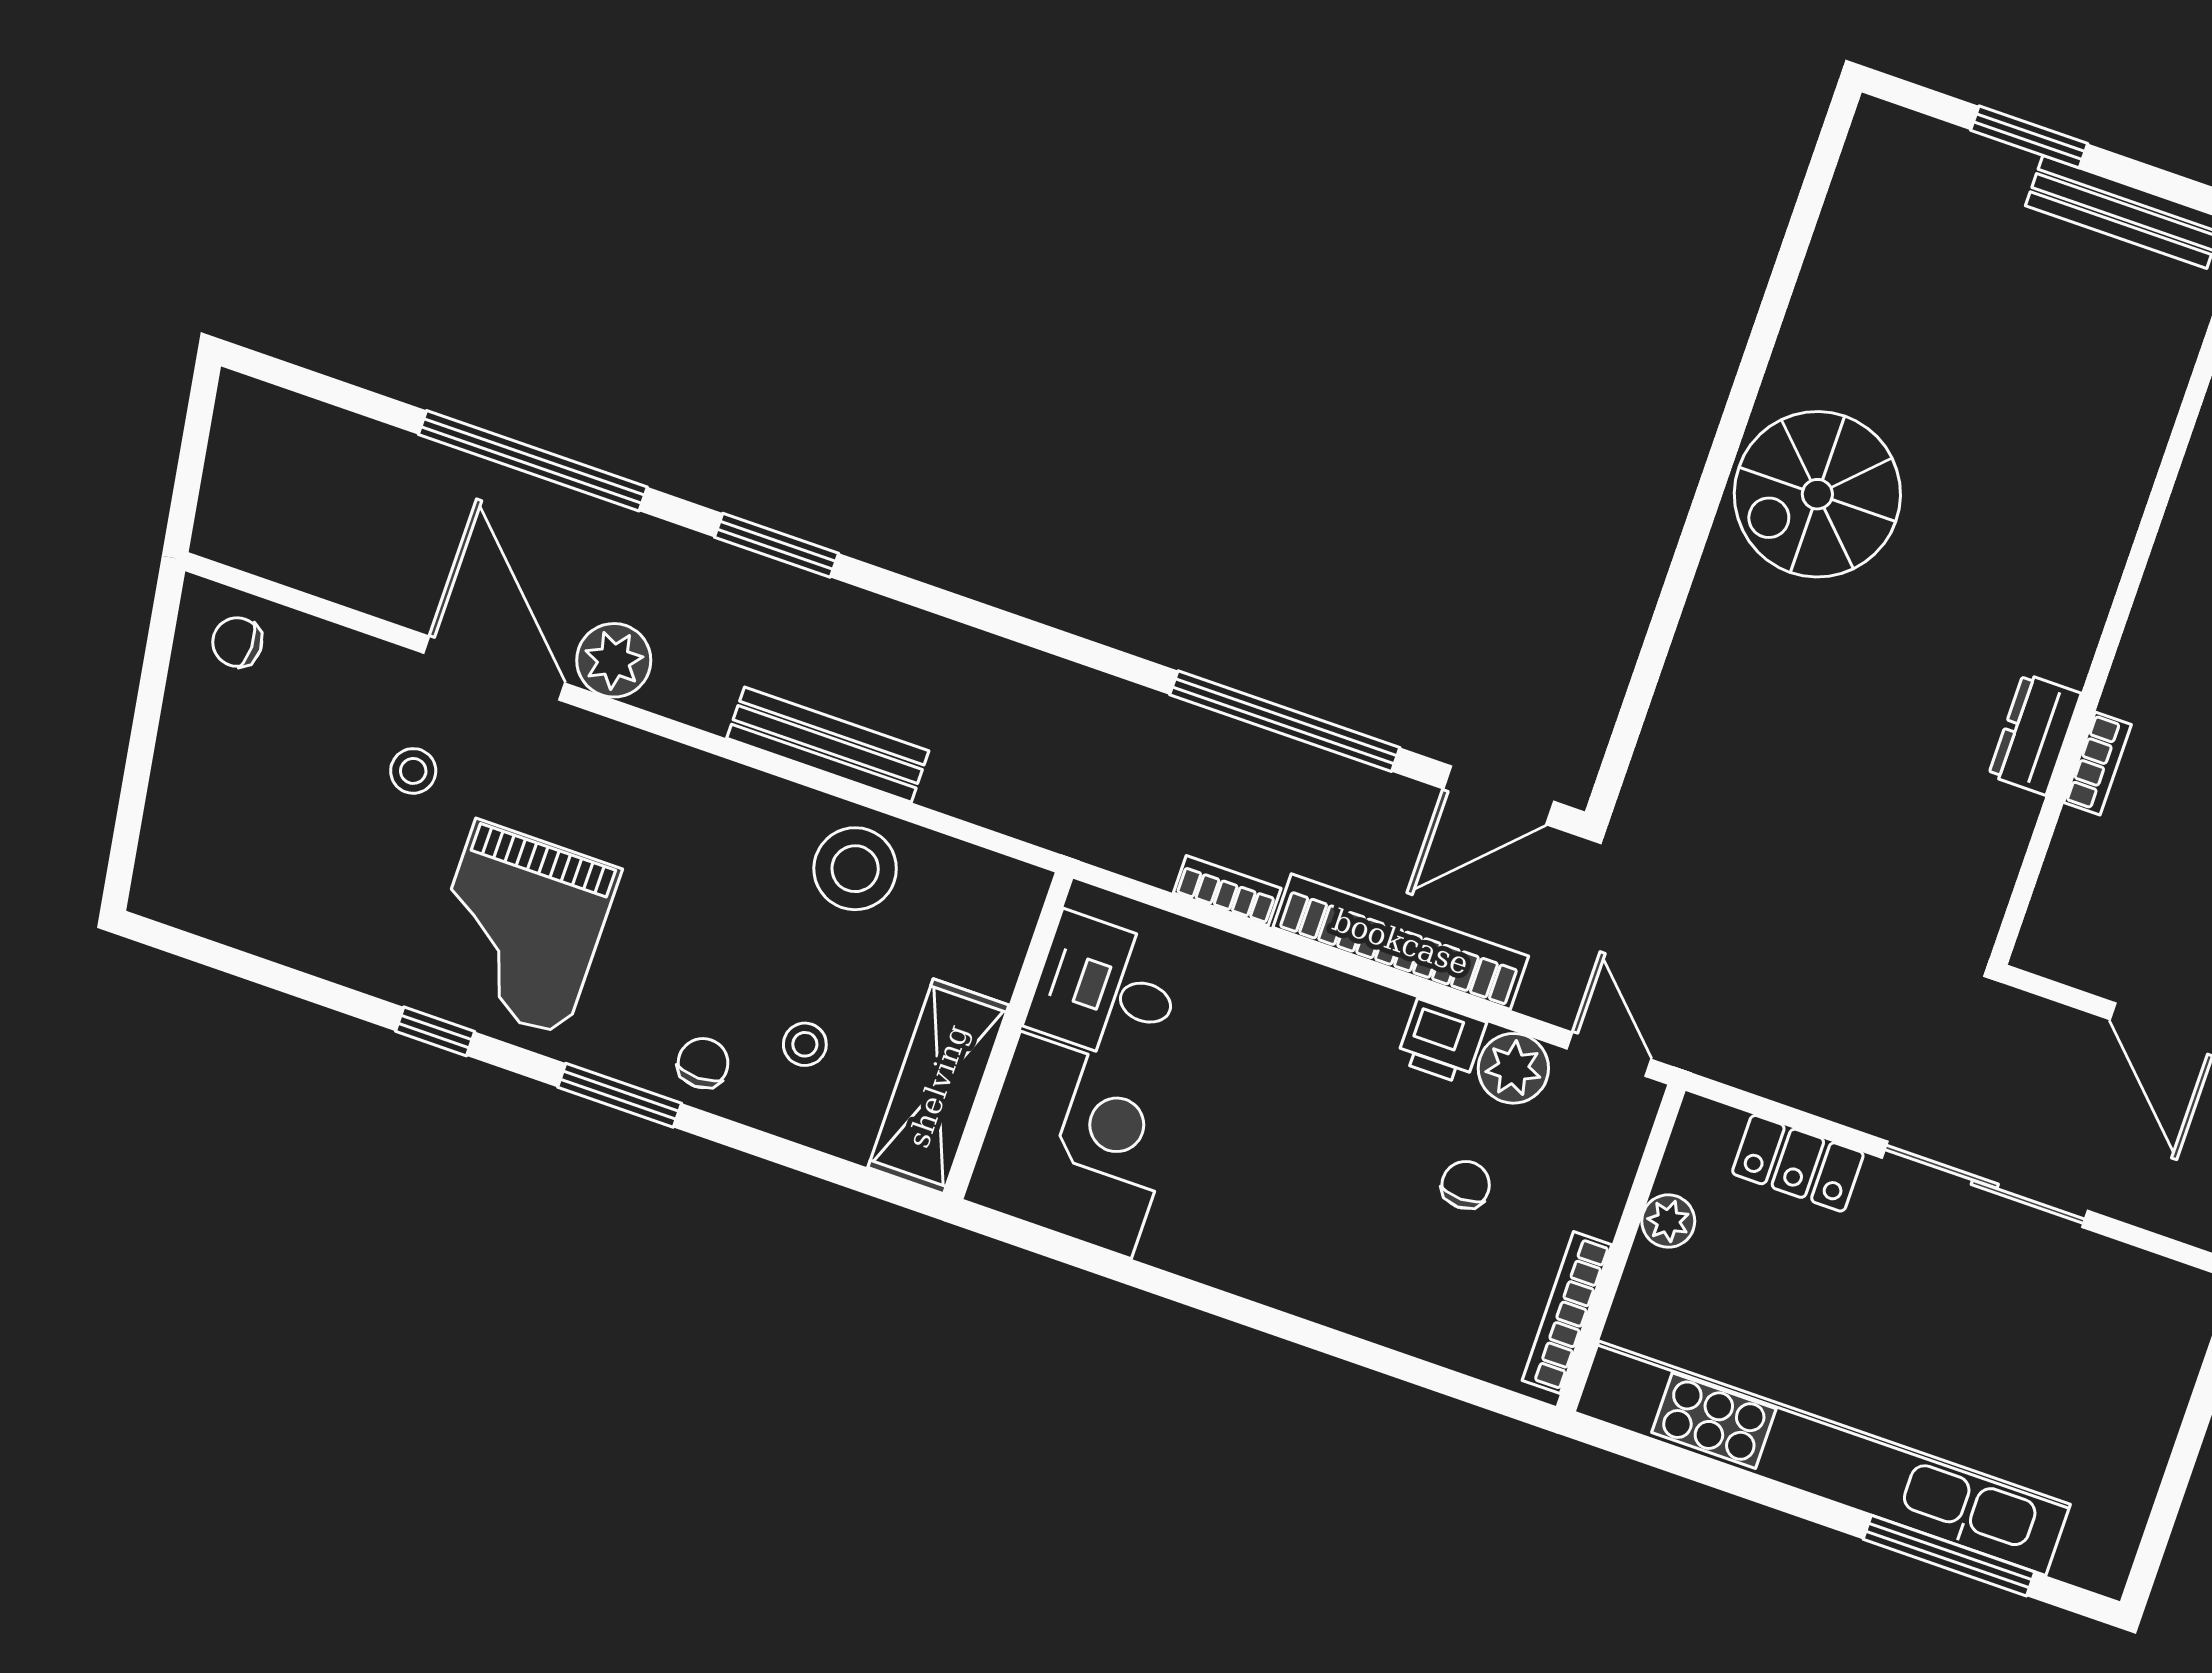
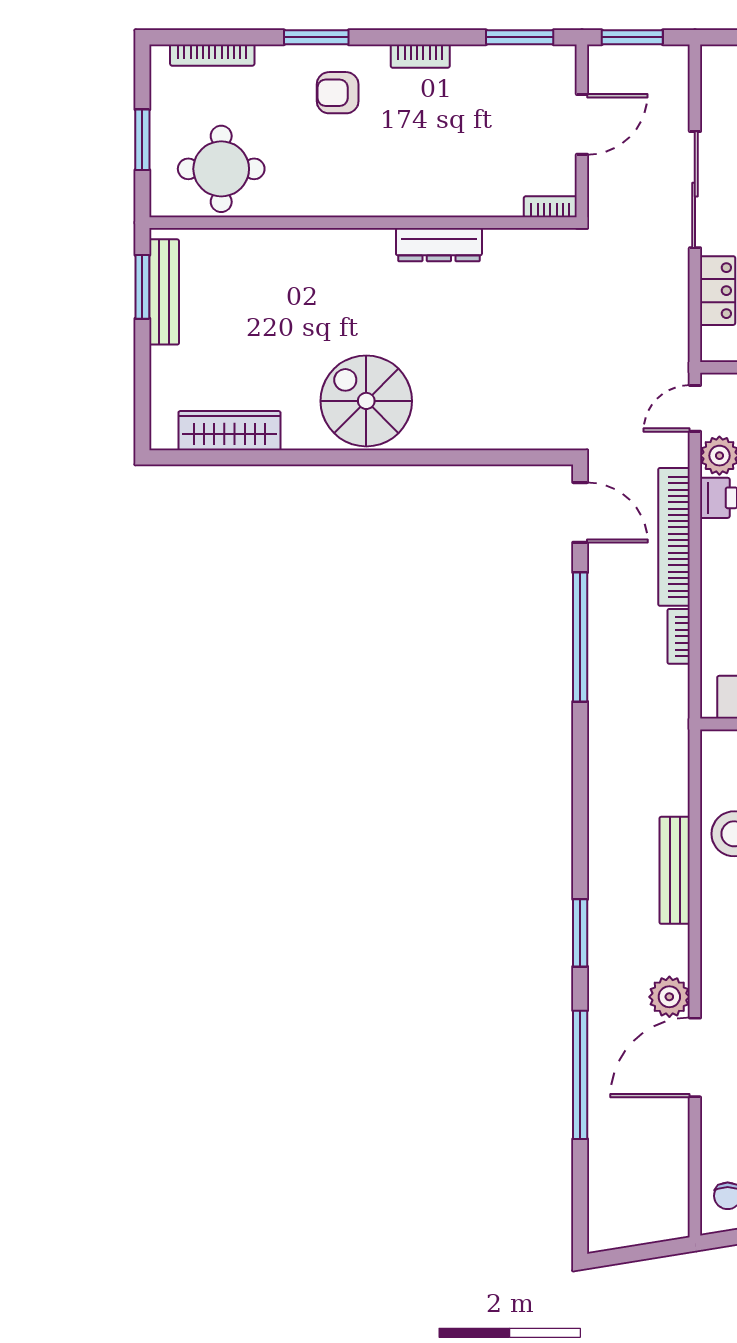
window: (2029, 137) -> (142, 287), moved
wardrobe: (1848, 242) -> (229, 431), added
spiral stairs: (1817, 494) -> (366, 401), turned 180
dresser: (2035, 734) -> (439, 245), width x1.44
bookcase: (2098, 764) -> (550, 207), moved

